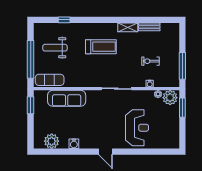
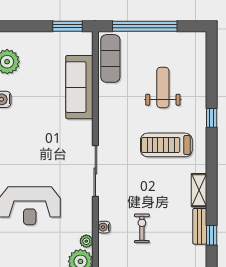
window: (64, 20) -> (212, 118), moved
window: (155, 20) -> (212, 235), added
treadmill: (101, 47) -> (166, 145), turned 90
weight bench: (55, 48) -> (163, 88), moved

